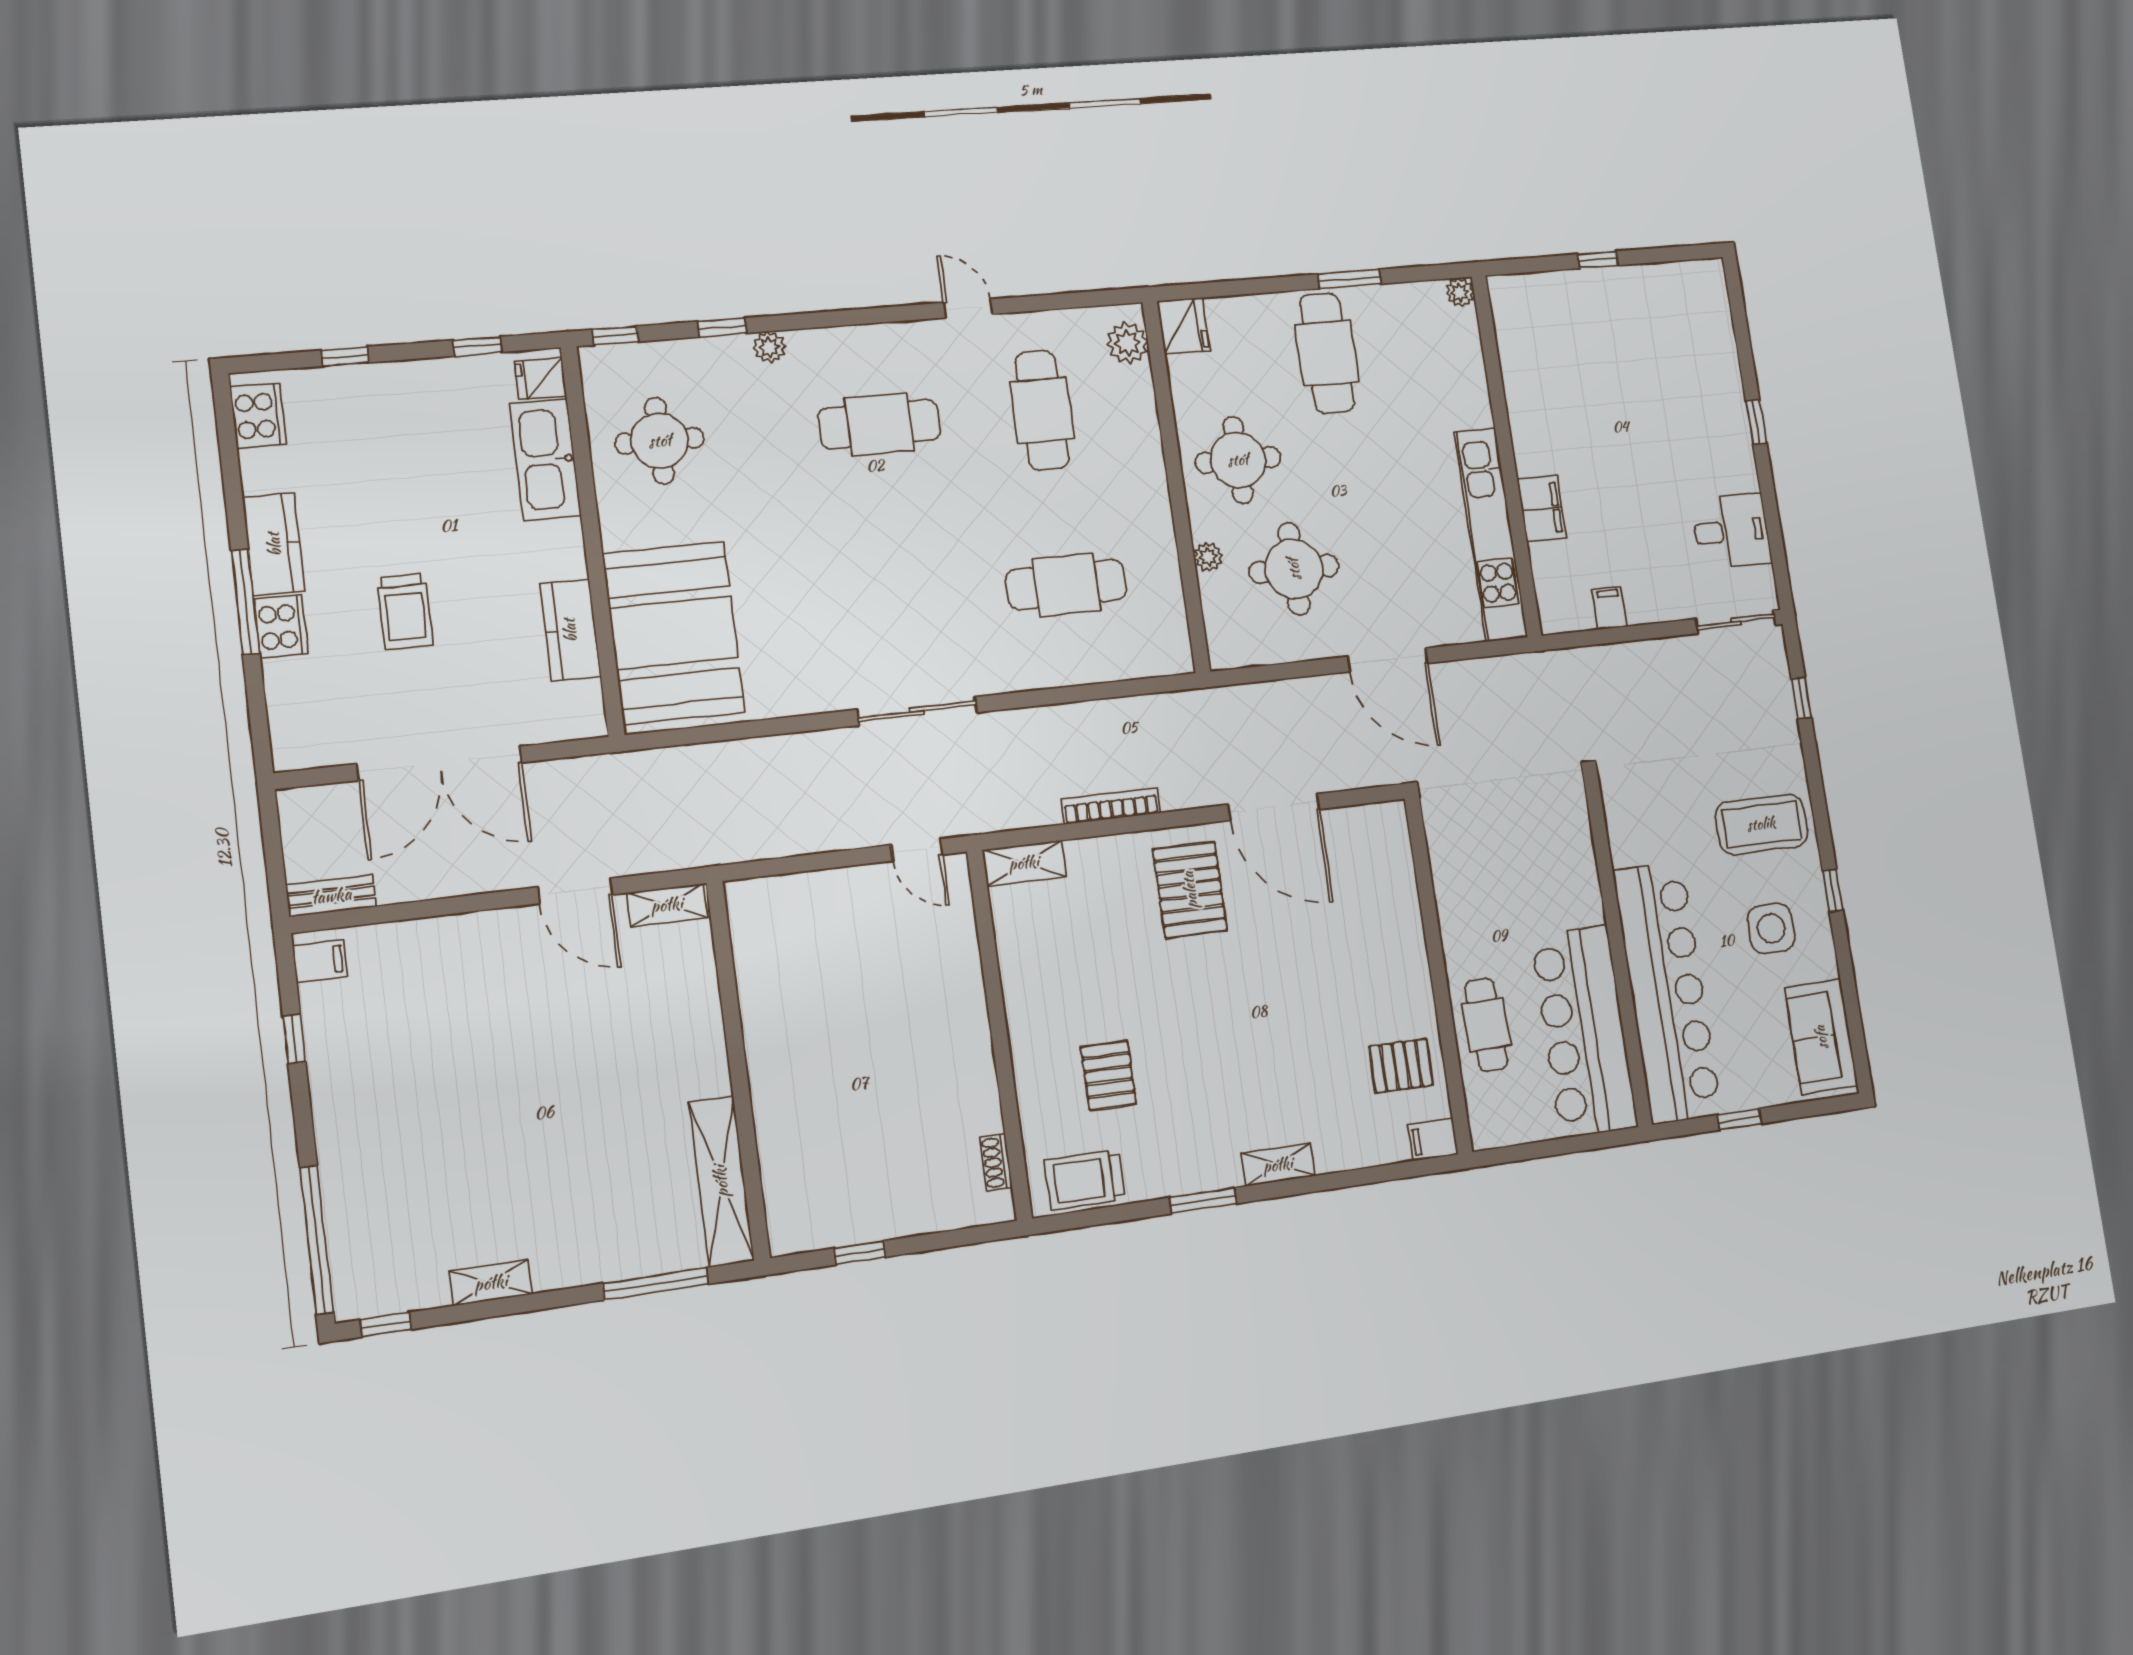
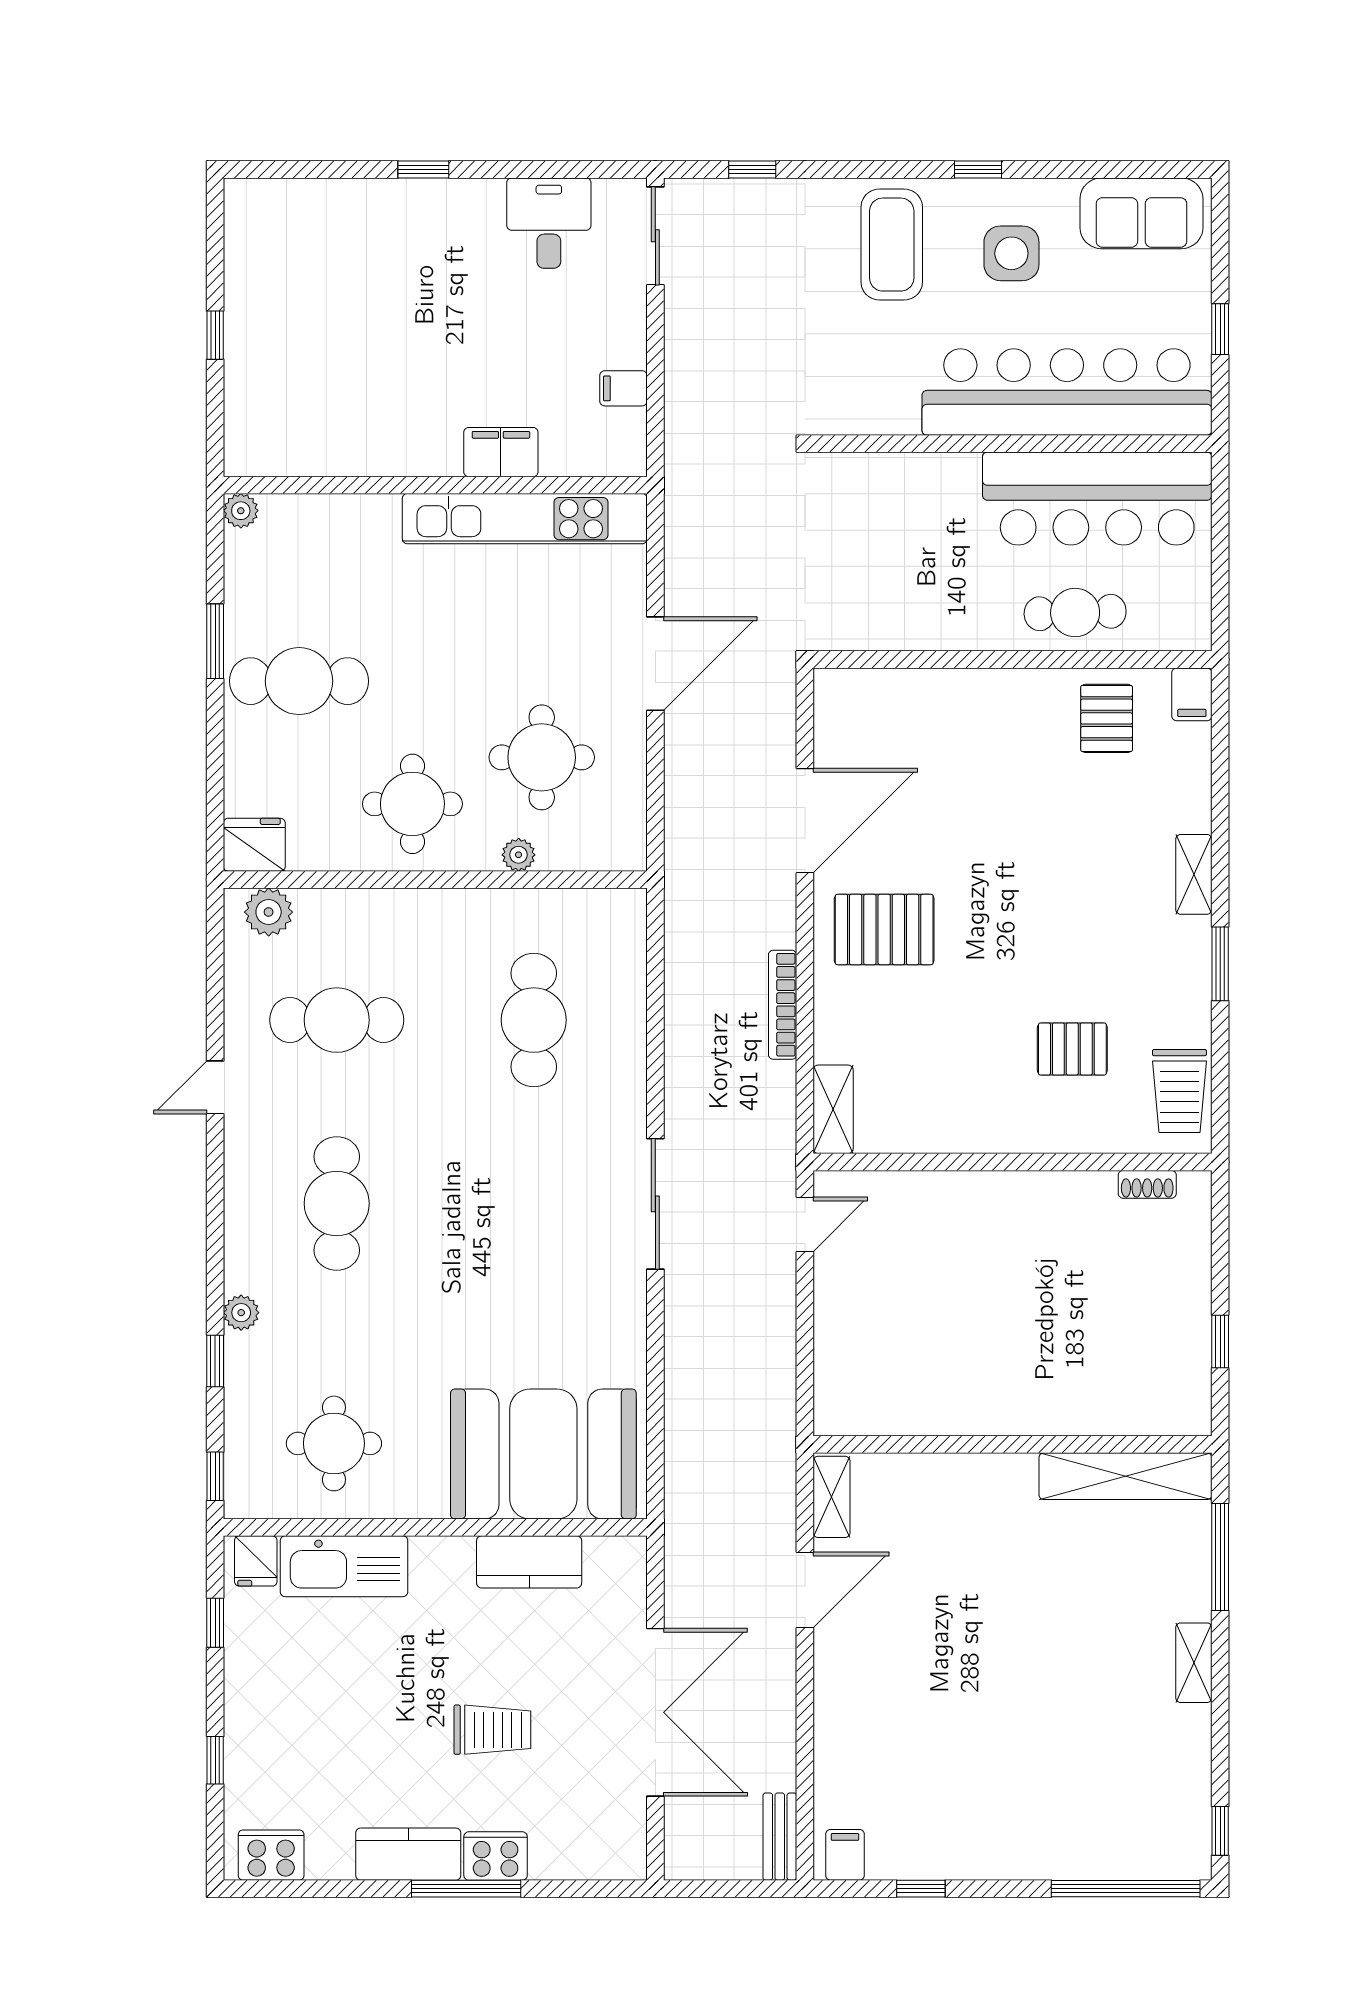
shelving: (491, 1283) -> (1194, 1663), moved

